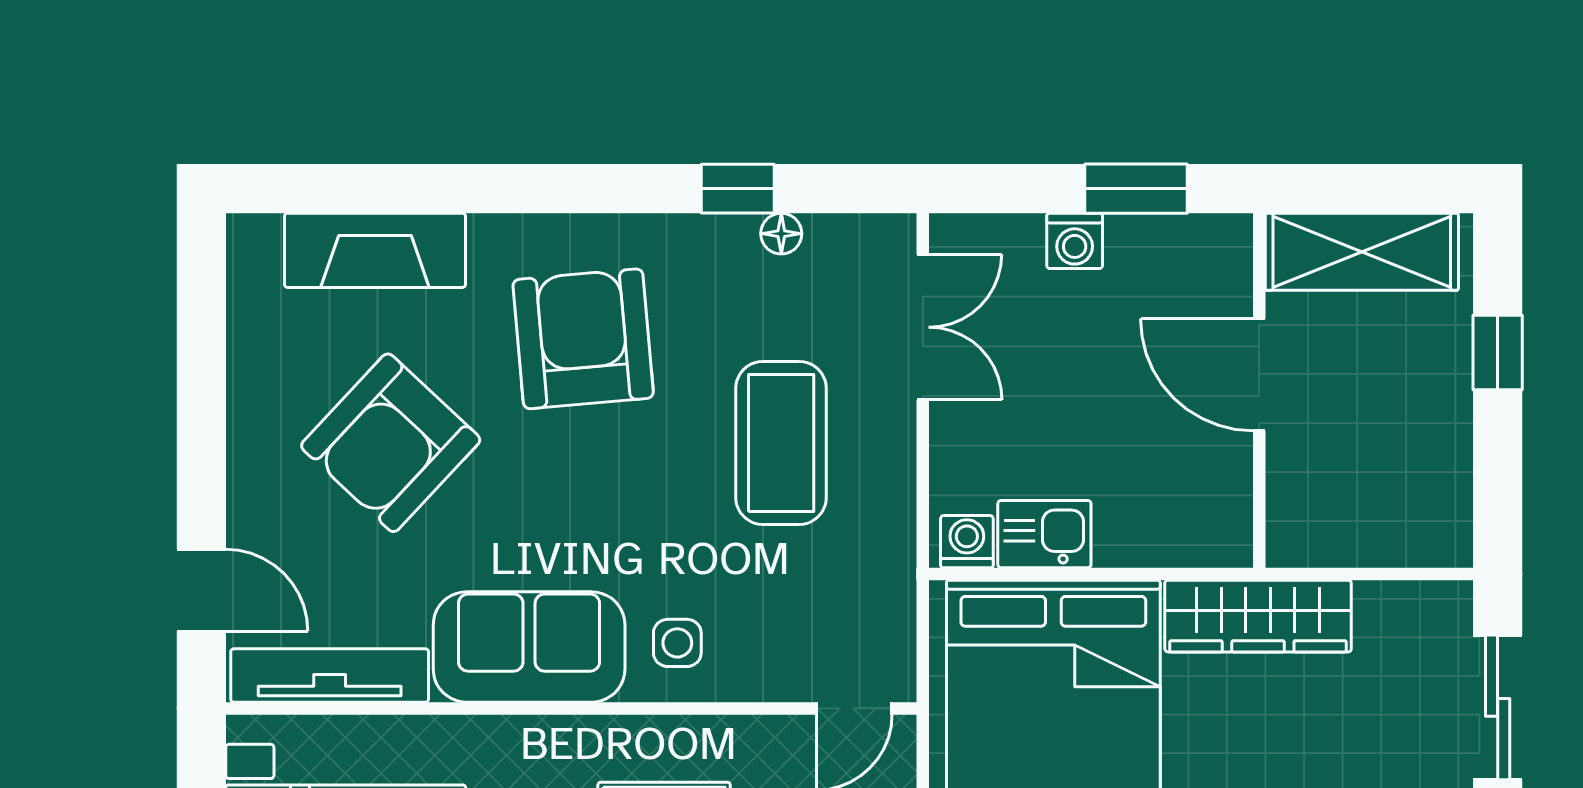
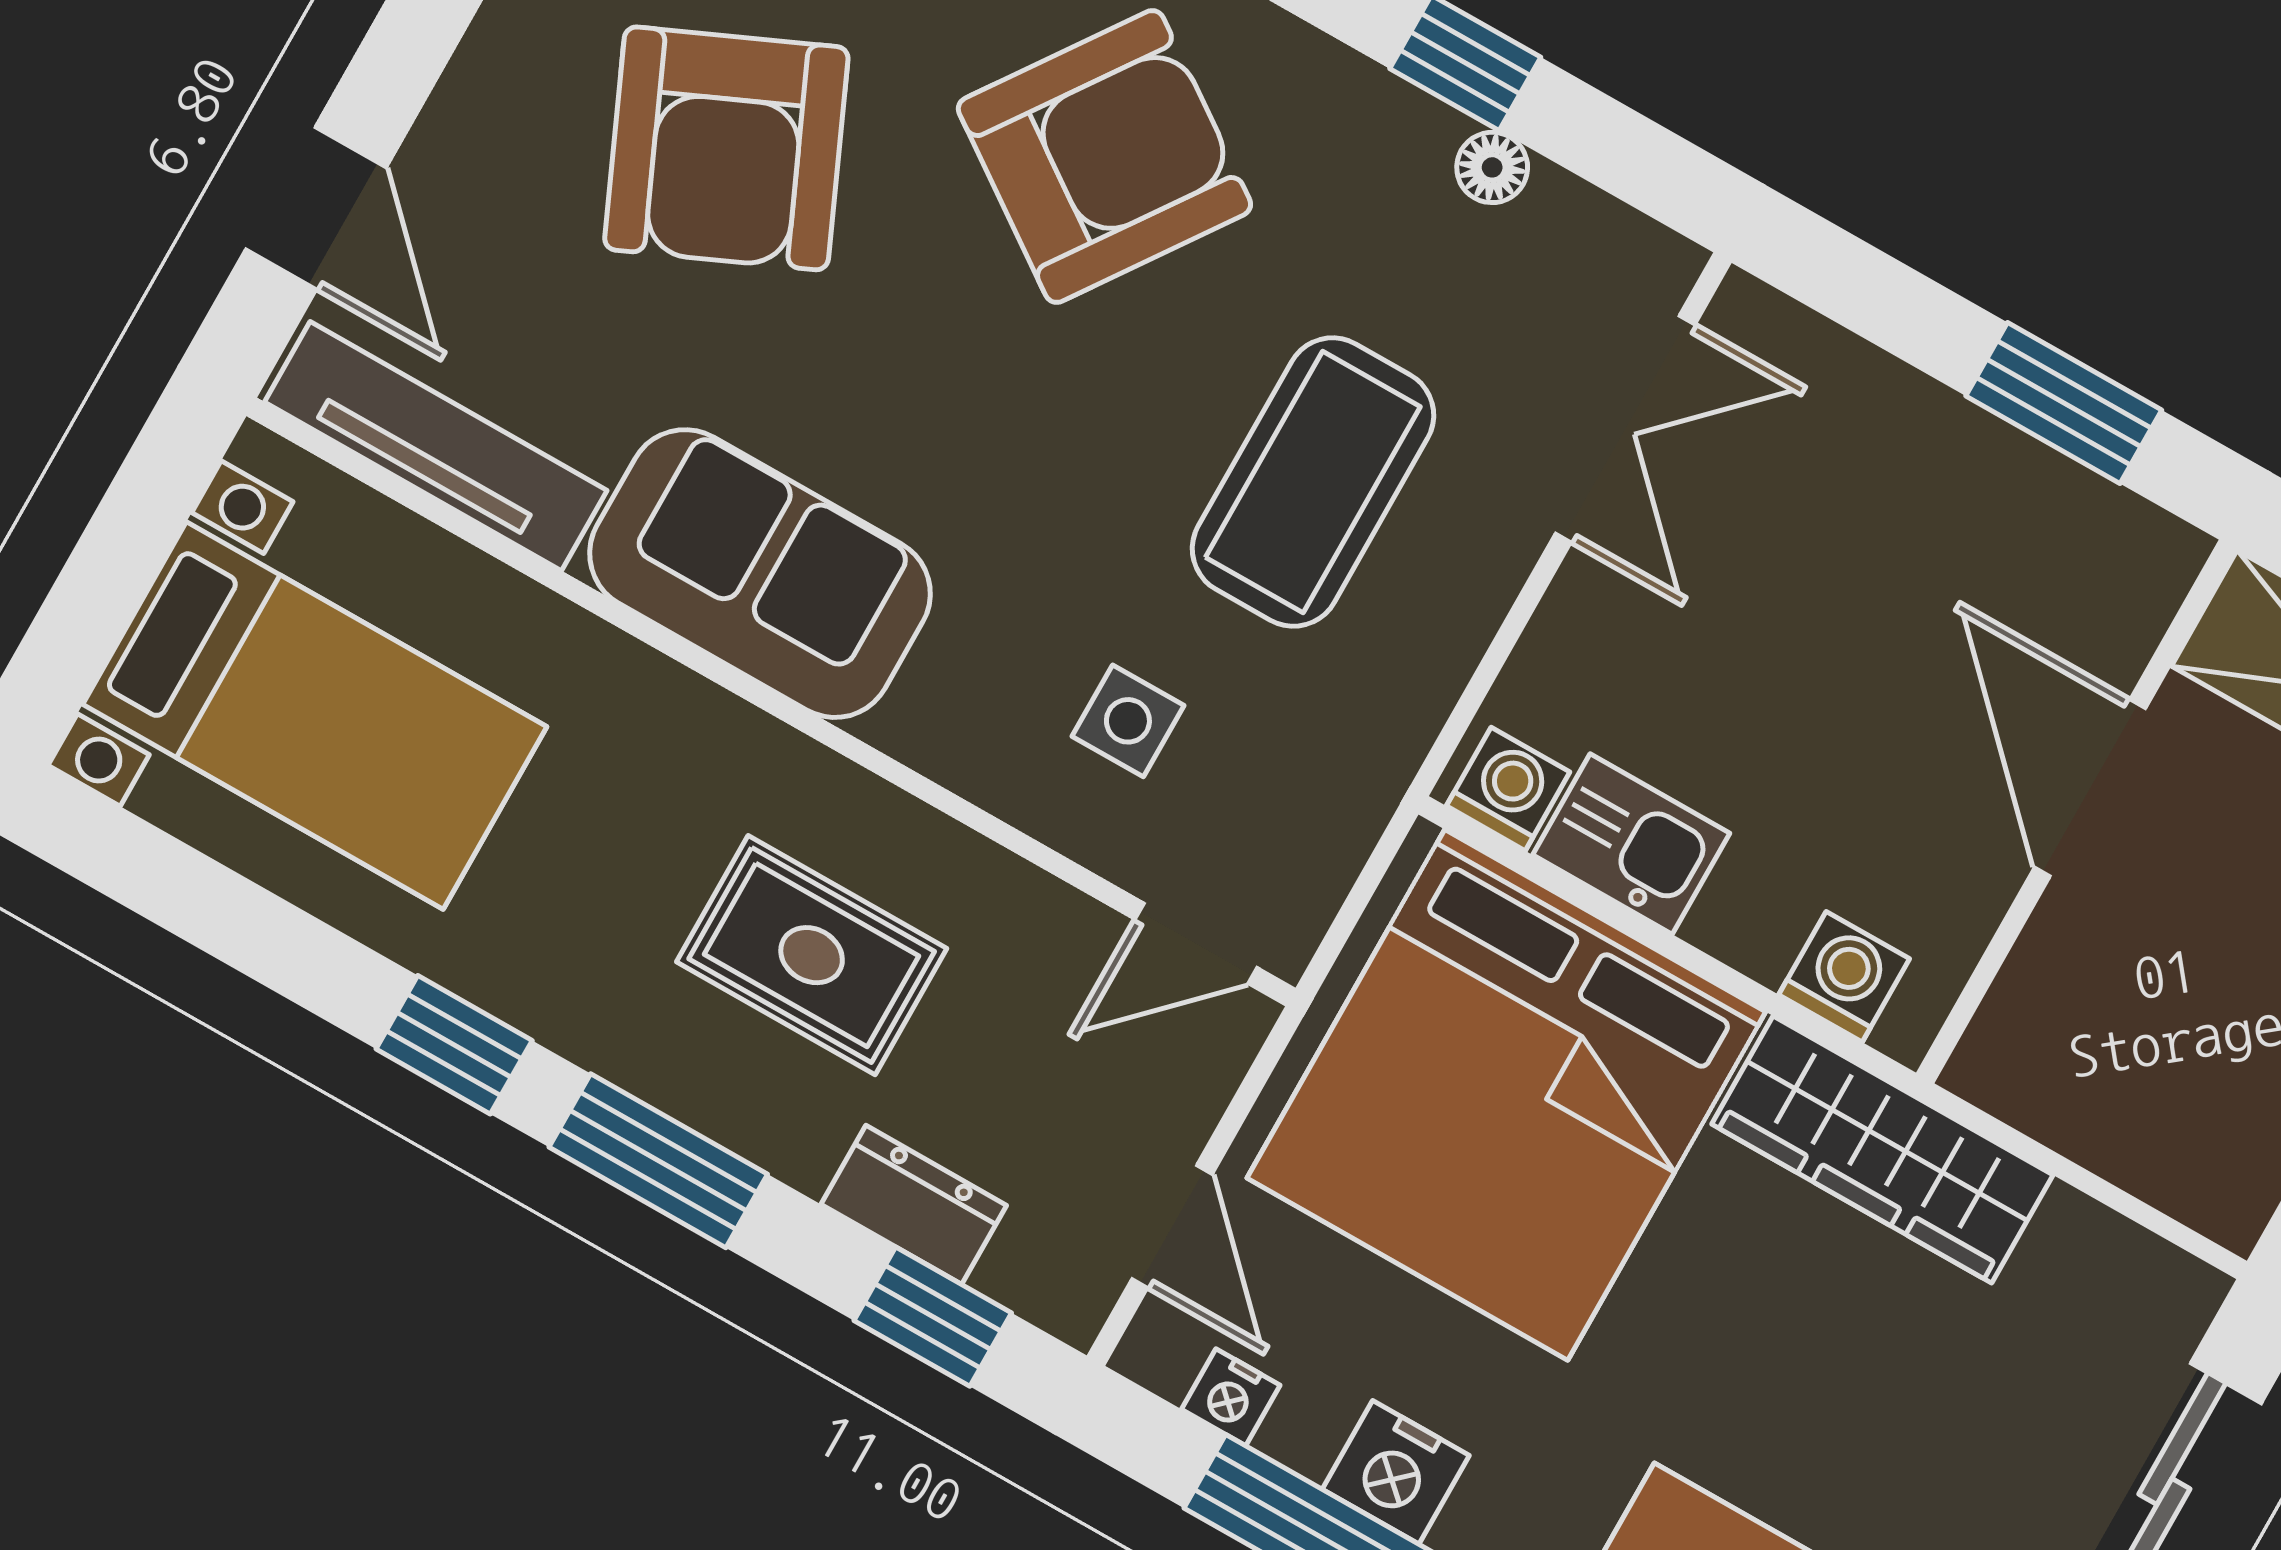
washing machine: (1075, 241) -> (1844, 977), moved, turned 180
armchair: (583, 339) -> (1104, 157), turned 40
armchair: (391, 443) -> (726, 148), turned -67
side table: (677, 643) -> (1128, 721), moved

